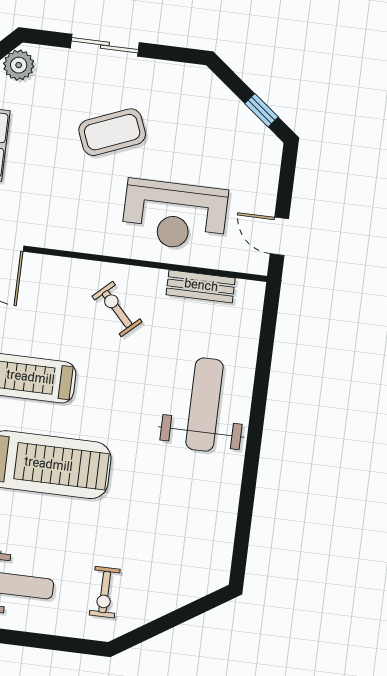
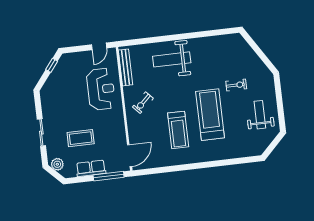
coffee table: (112, 132) -> (81, 138), moved, turned -68
bench: (201, 286) -> (126, 67), width x1.36
exercise bike: (105, 592) -> (236, 85), moved

